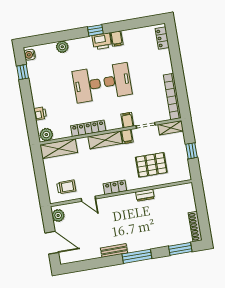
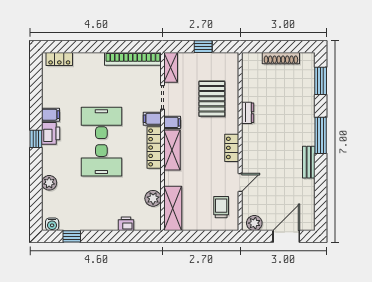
locker: (88, 128) -> (154, 147), moved
plant: (46, 135) -> (153, 198), moved
shoe rack: (195, 227) -> (281, 58), moved

